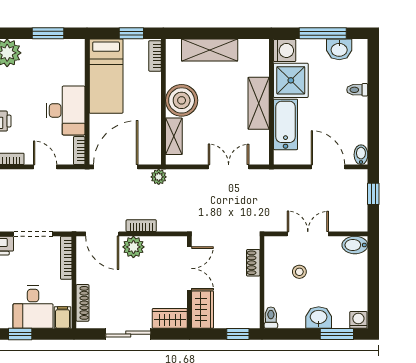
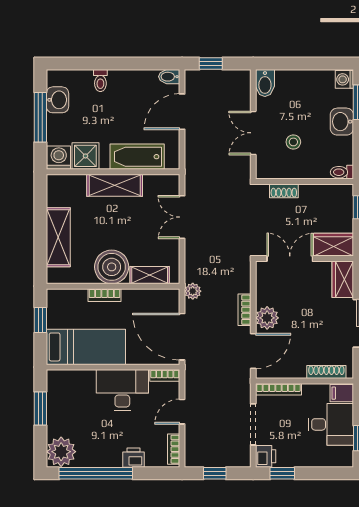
bookcase: (155, 56) -> (104, 295), moved
shower: (291, 80) -> (85, 156), width x0.73, depth x0.73

